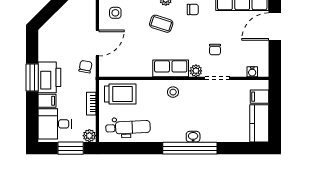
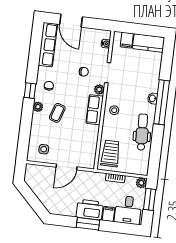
door: (97, 43) -> (67, 167), swing flipped
chair: (85, 67) -> (85, 179), removed
dental chair: (128, 127) -> (142, 132), moved

